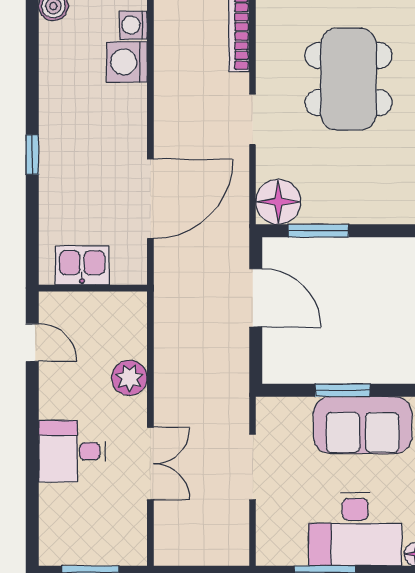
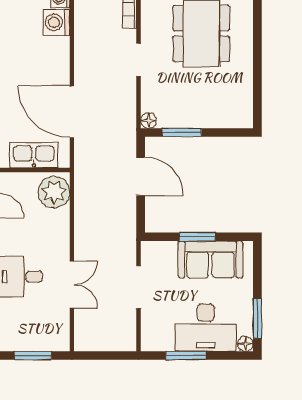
door: (150, 199) -> (72, 112), swing flipped
floor lamp: (278, 202) -> (148, 120), width x0.53, depth x0.53
kitchen sink: (82, 265) -> (34, 155), width x1.38
plant: (129, 378) -> (54, 192), moved, width x1.36, depth x1.36

